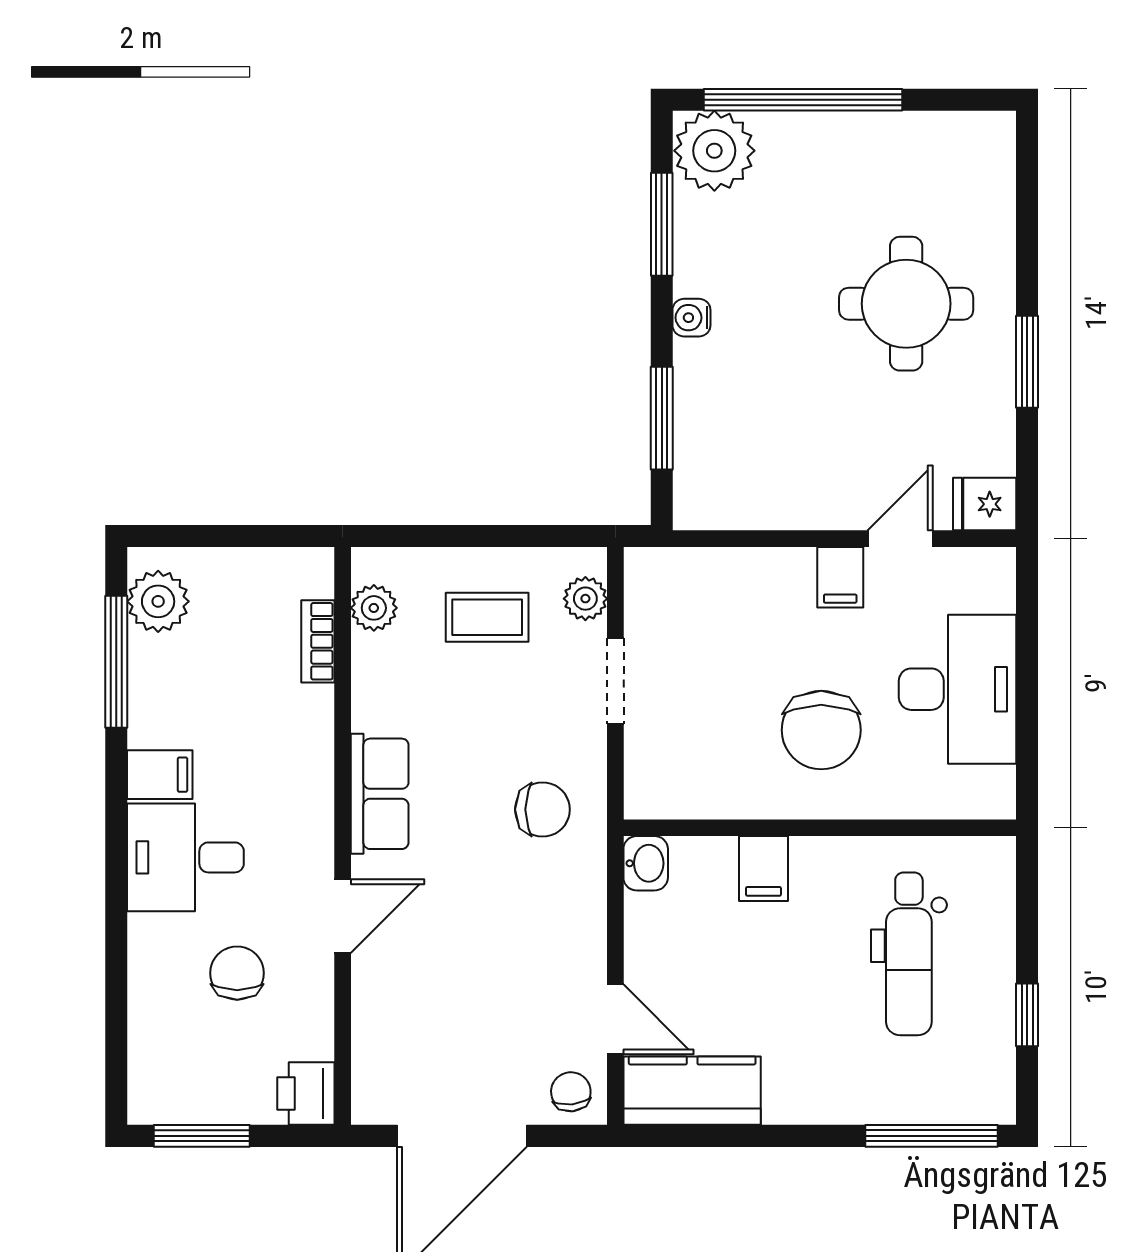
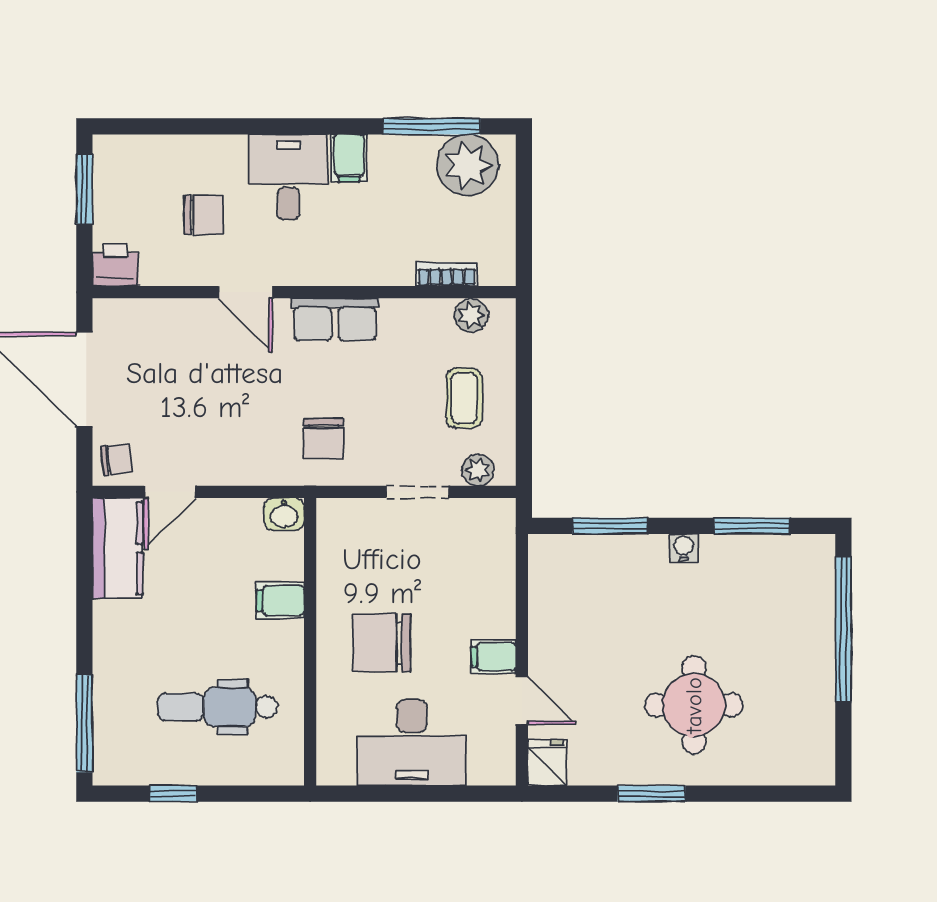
plant: (714, 151) -> (806, 564), removed
plant: (158, 601) -> (468, 165), width x1.36, depth x1.36

